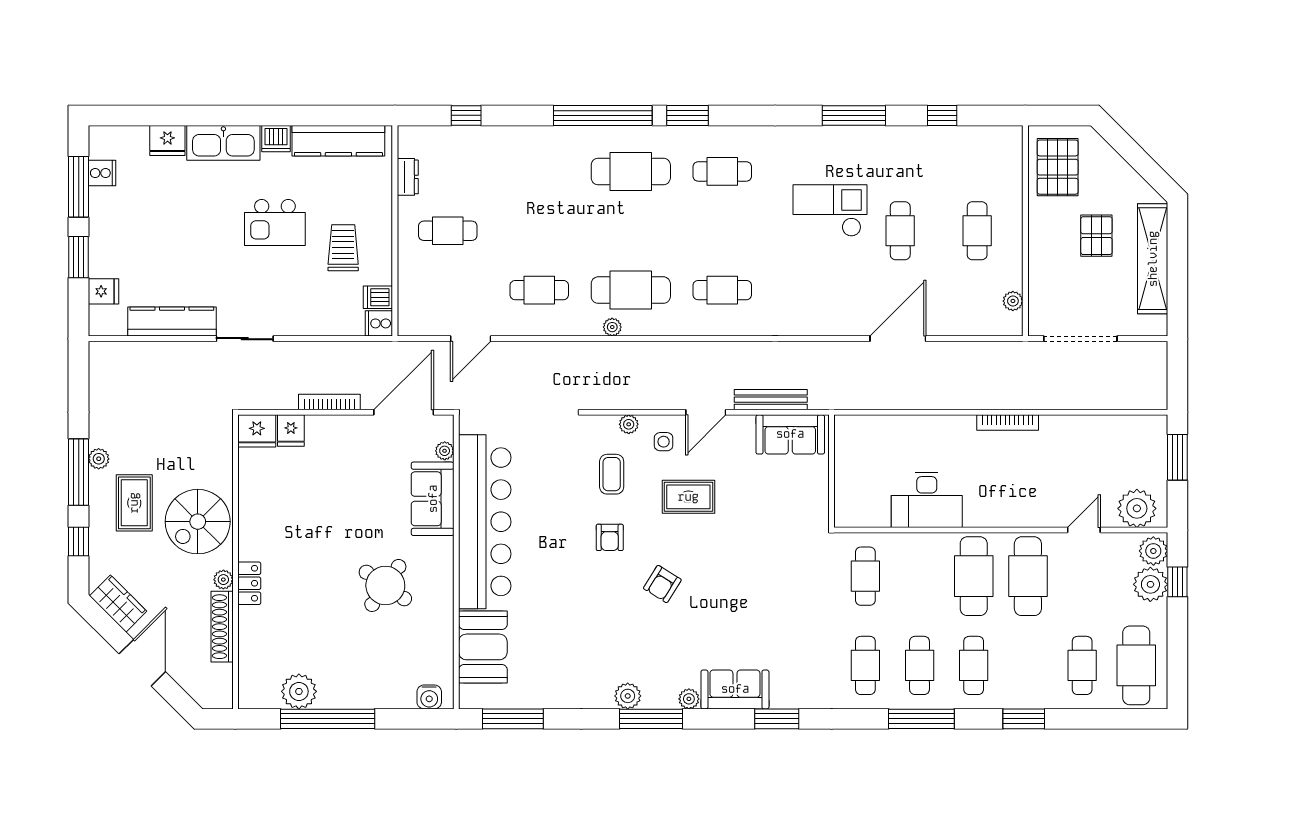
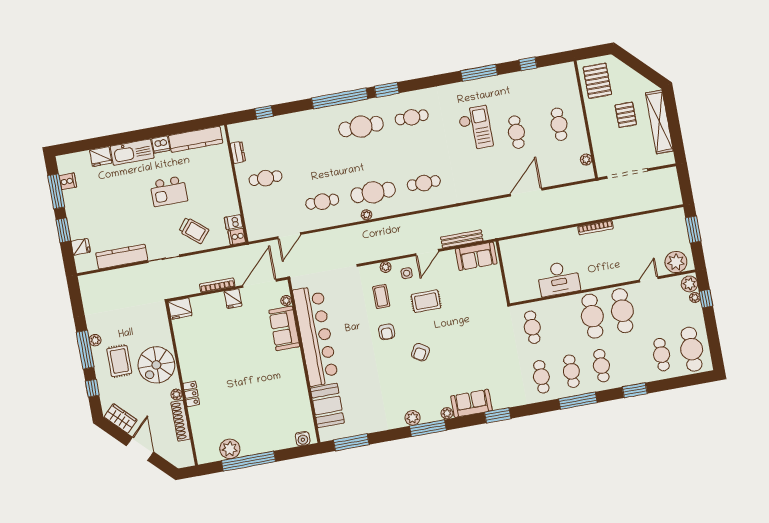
checkout: (830, 210) -> (475, 128), turned 90
trolley: (343, 248) -> (194, 230), moved, turned 130
fridge: (291, 431) -> (233, 299), moved
plant: (1150, 584) -> (695, 297), width x0.53, depth x0.53
round table: (385, 585) -> (267, 381), removed

